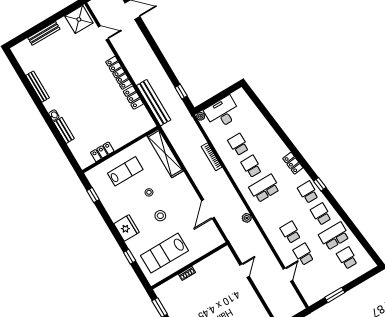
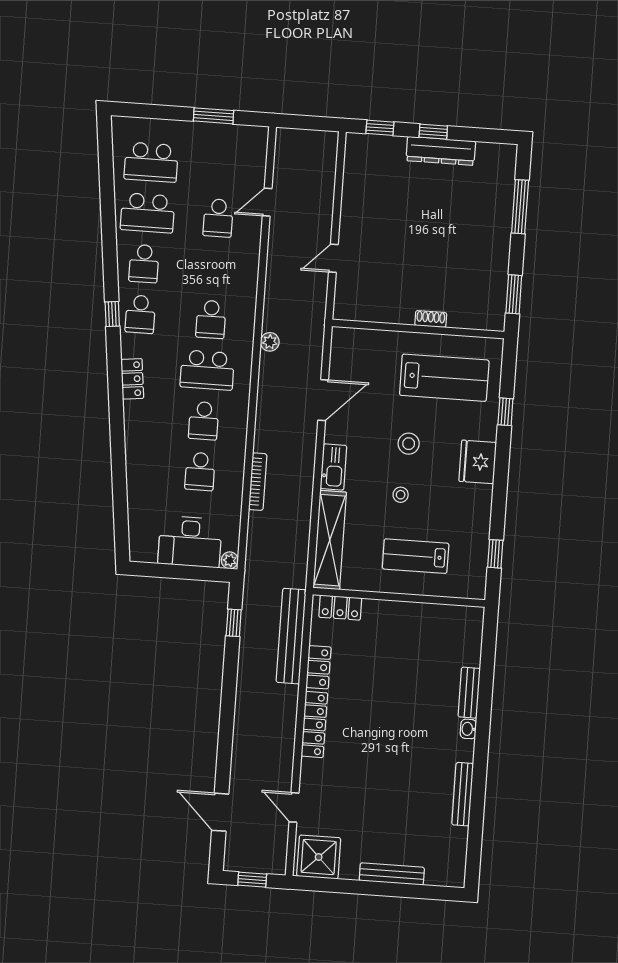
locker: (102, 152) -> (340, 608), moved
kitchen sink: (185, 185) -> (333, 467), added
school desk: (291, 232) -> (211, 319), moved
school desk: (347, 258) -> (151, 162), width x1.85

